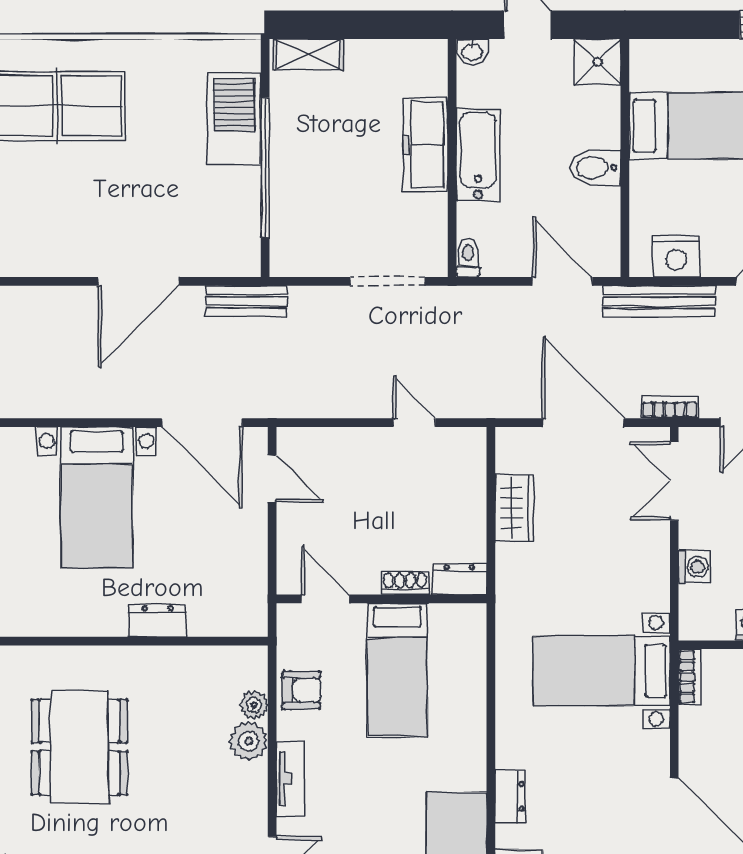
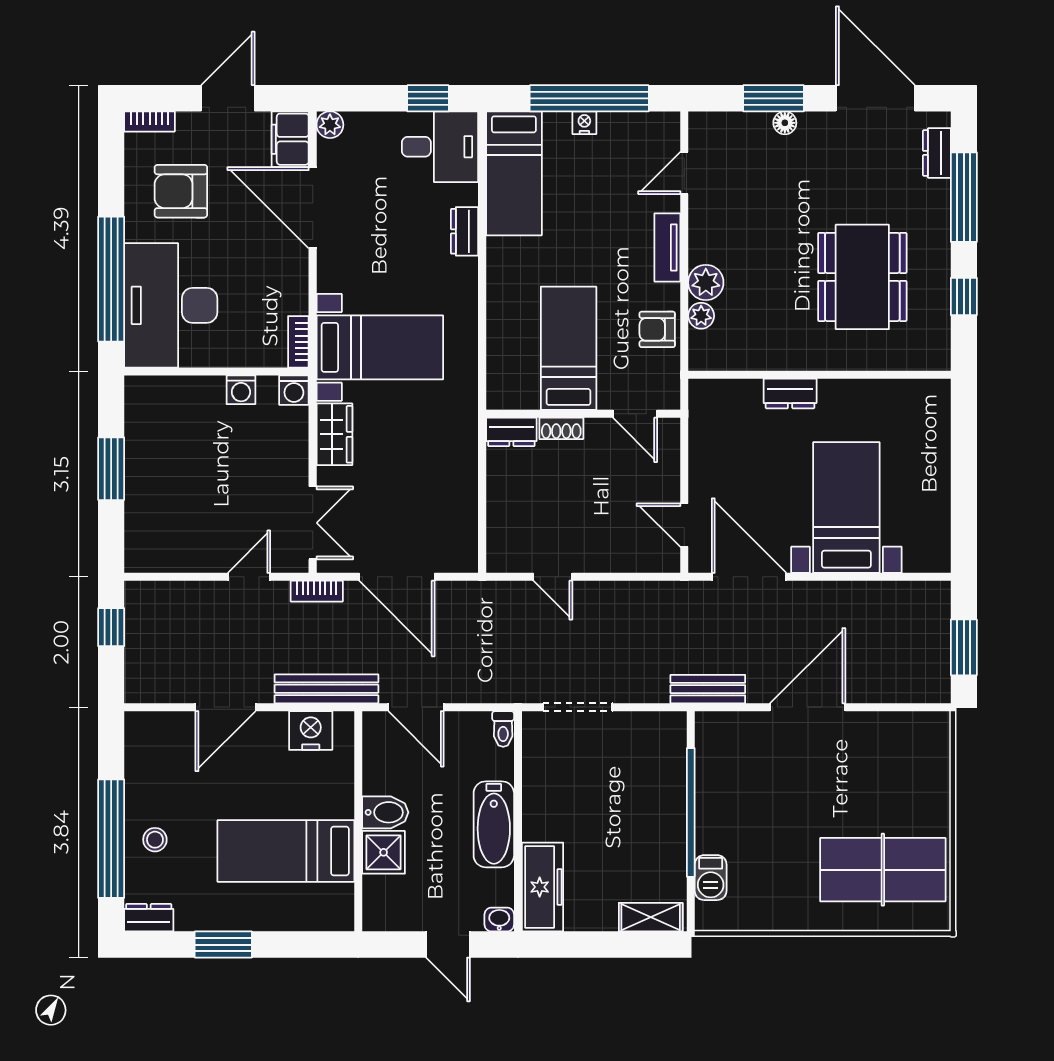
shower: (597, 62) -> (384, 852), moved
barbecue: (234, 119) -> (711, 878), width x0.53, depth x0.65
freezer: (425, 145) -> (543, 887), moved
wardrobe: (514, 508) -> (334, 434), moved, turned 180
washing machine: (694, 567) -> (294, 390), moved, turned -90

